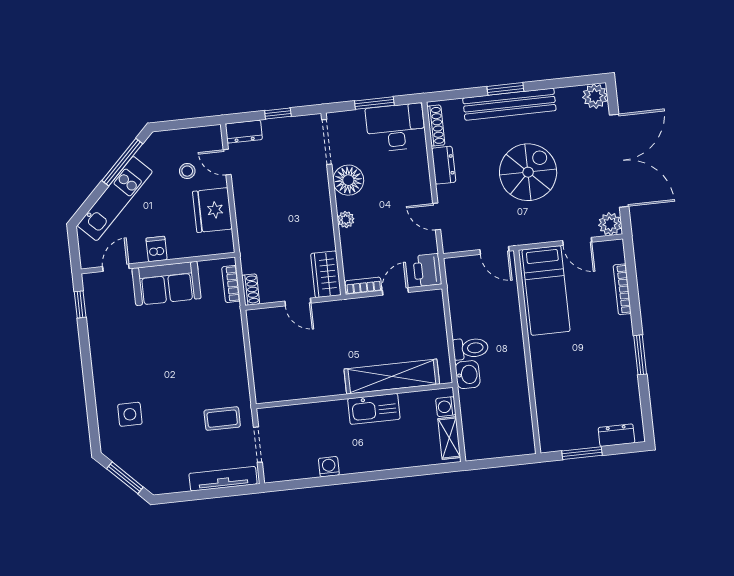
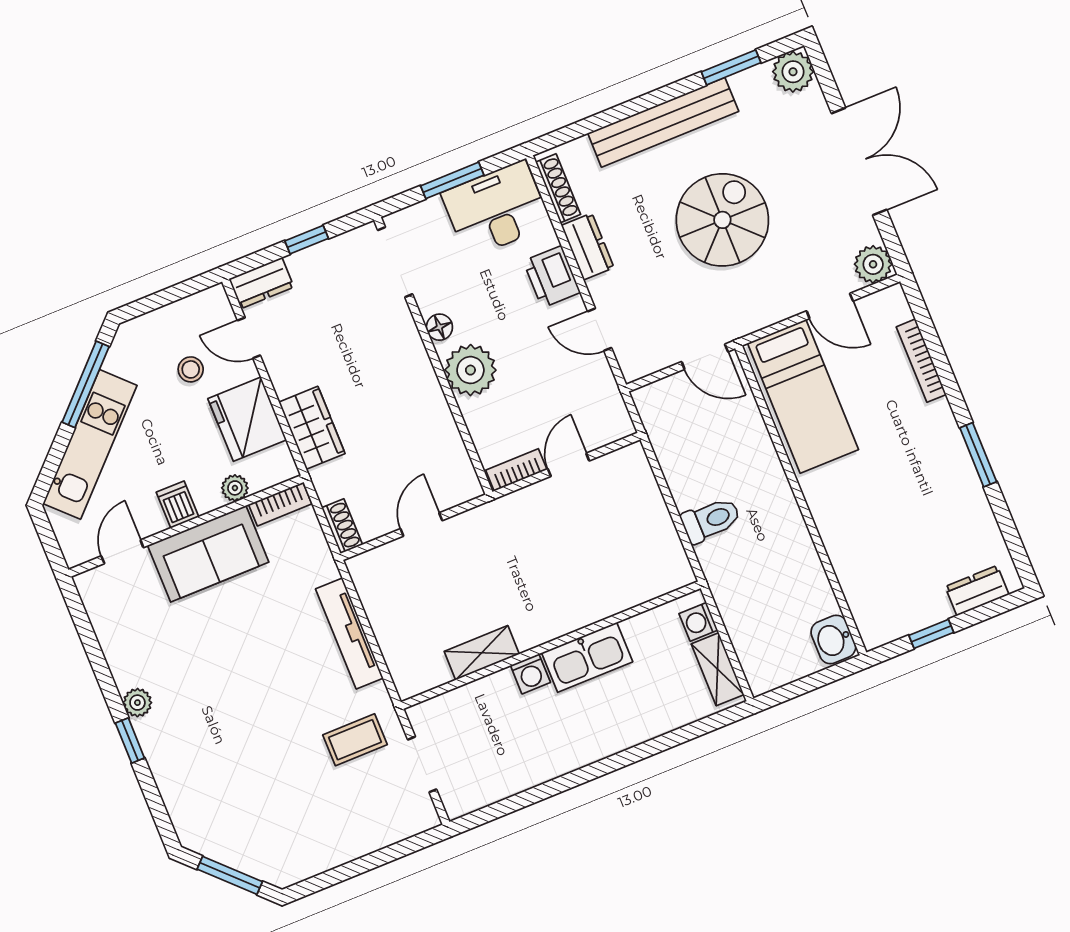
window: (505, 89) -> (731, 67), moved
double door: (619, 161) -> (859, 162), width x0.73
floor lamp: (348, 180) -> (439, 327), width x0.53, depth x0.53
plant: (346, 219) -> (470, 370), width x1.88, depth x1.88
plant: (193, 249) -> (235, 488), added
printer: (427, 270) -> (552, 277), moved
wardrobe: (326, 274) -> (312, 428), moved, turned 180
bookcase: (231, 284) -> (280, 504), moved, turned -90
door: (298, 302) -> (421, 525), swing flipped
window: (80, 304) -> (130, 741), moved
plant: (99, 360) -> (137, 703), added
washbasin: (468, 375) -> (833, 640), moved, turned 180
shelving: (392, 377) -> (482, 653), moved, width x0.45, depth x0.75
side table: (130, 414) -> (209, 774), removed
window: (582, 453) -> (931, 634), width x0.67
washing machine: (329, 467) -> (530, 674), moved, turned 180
tv unit: (223, 479) -> (349, 634), moved, turned -90

